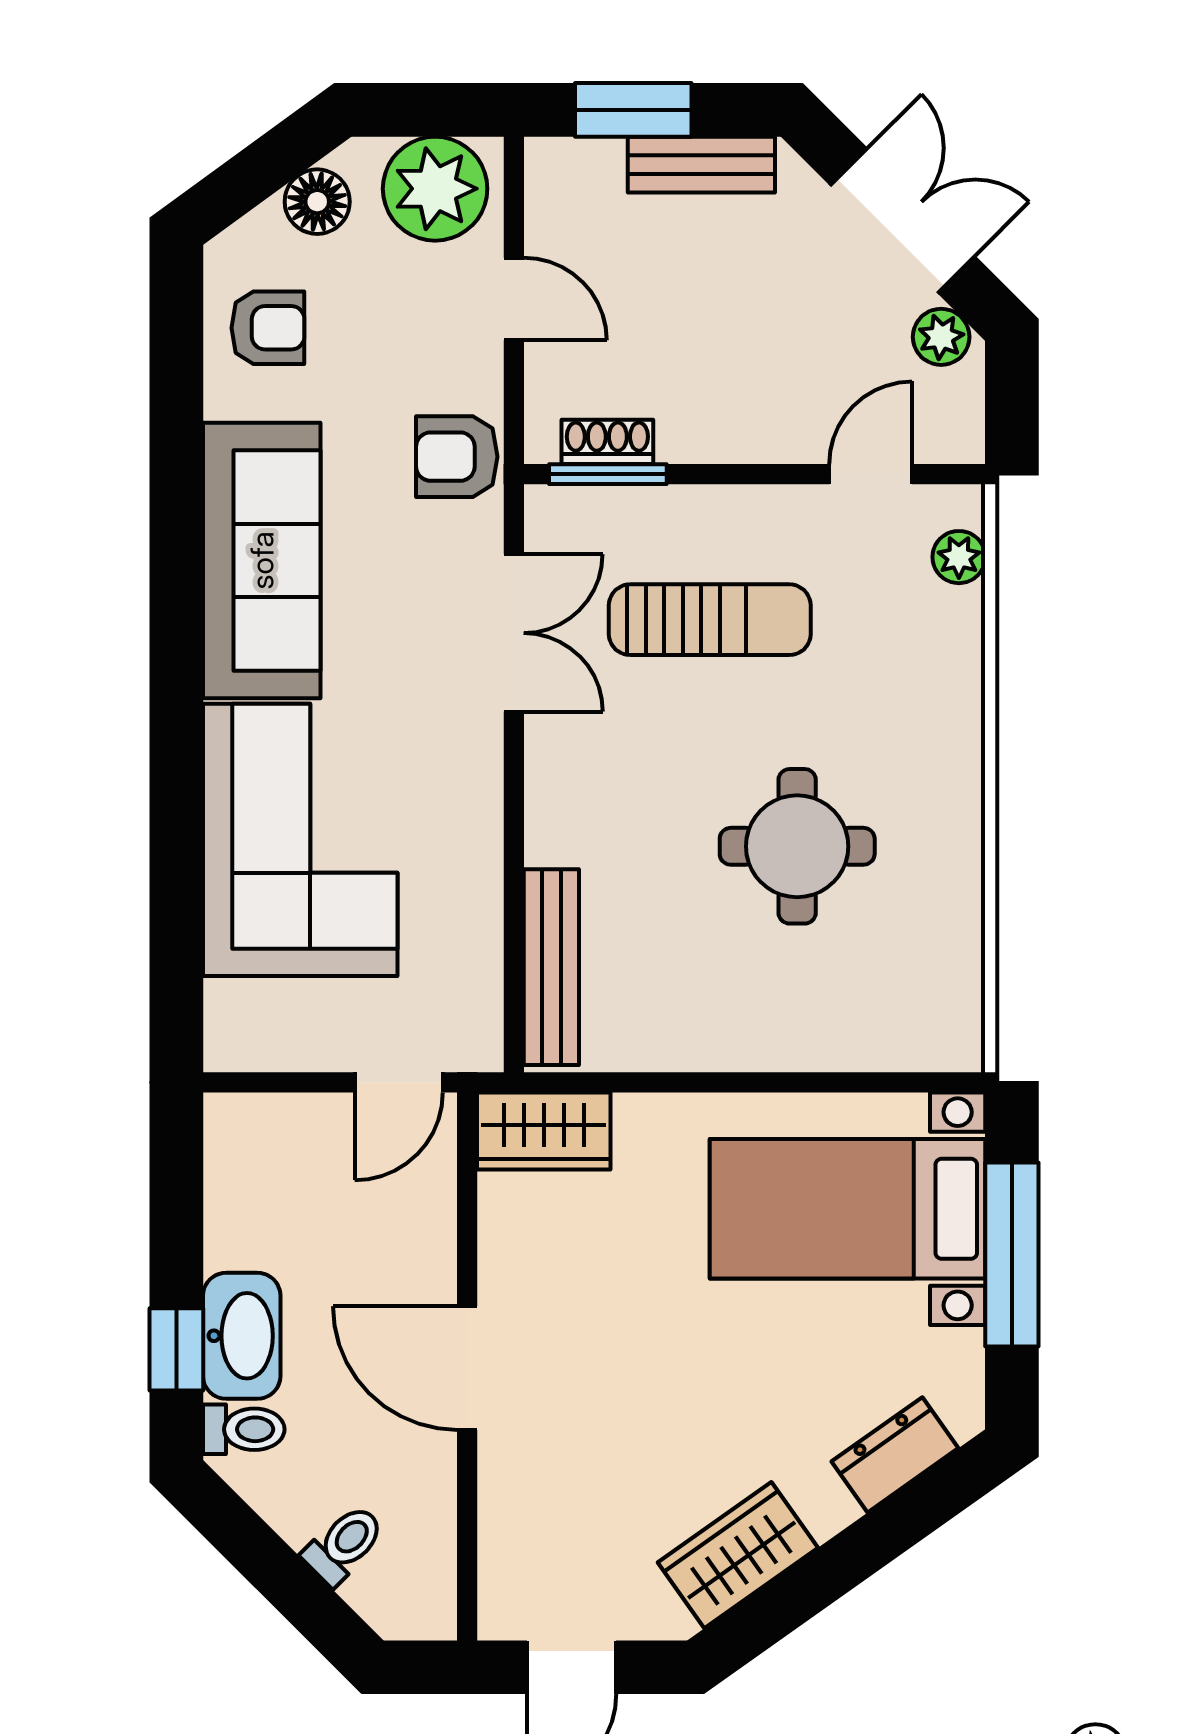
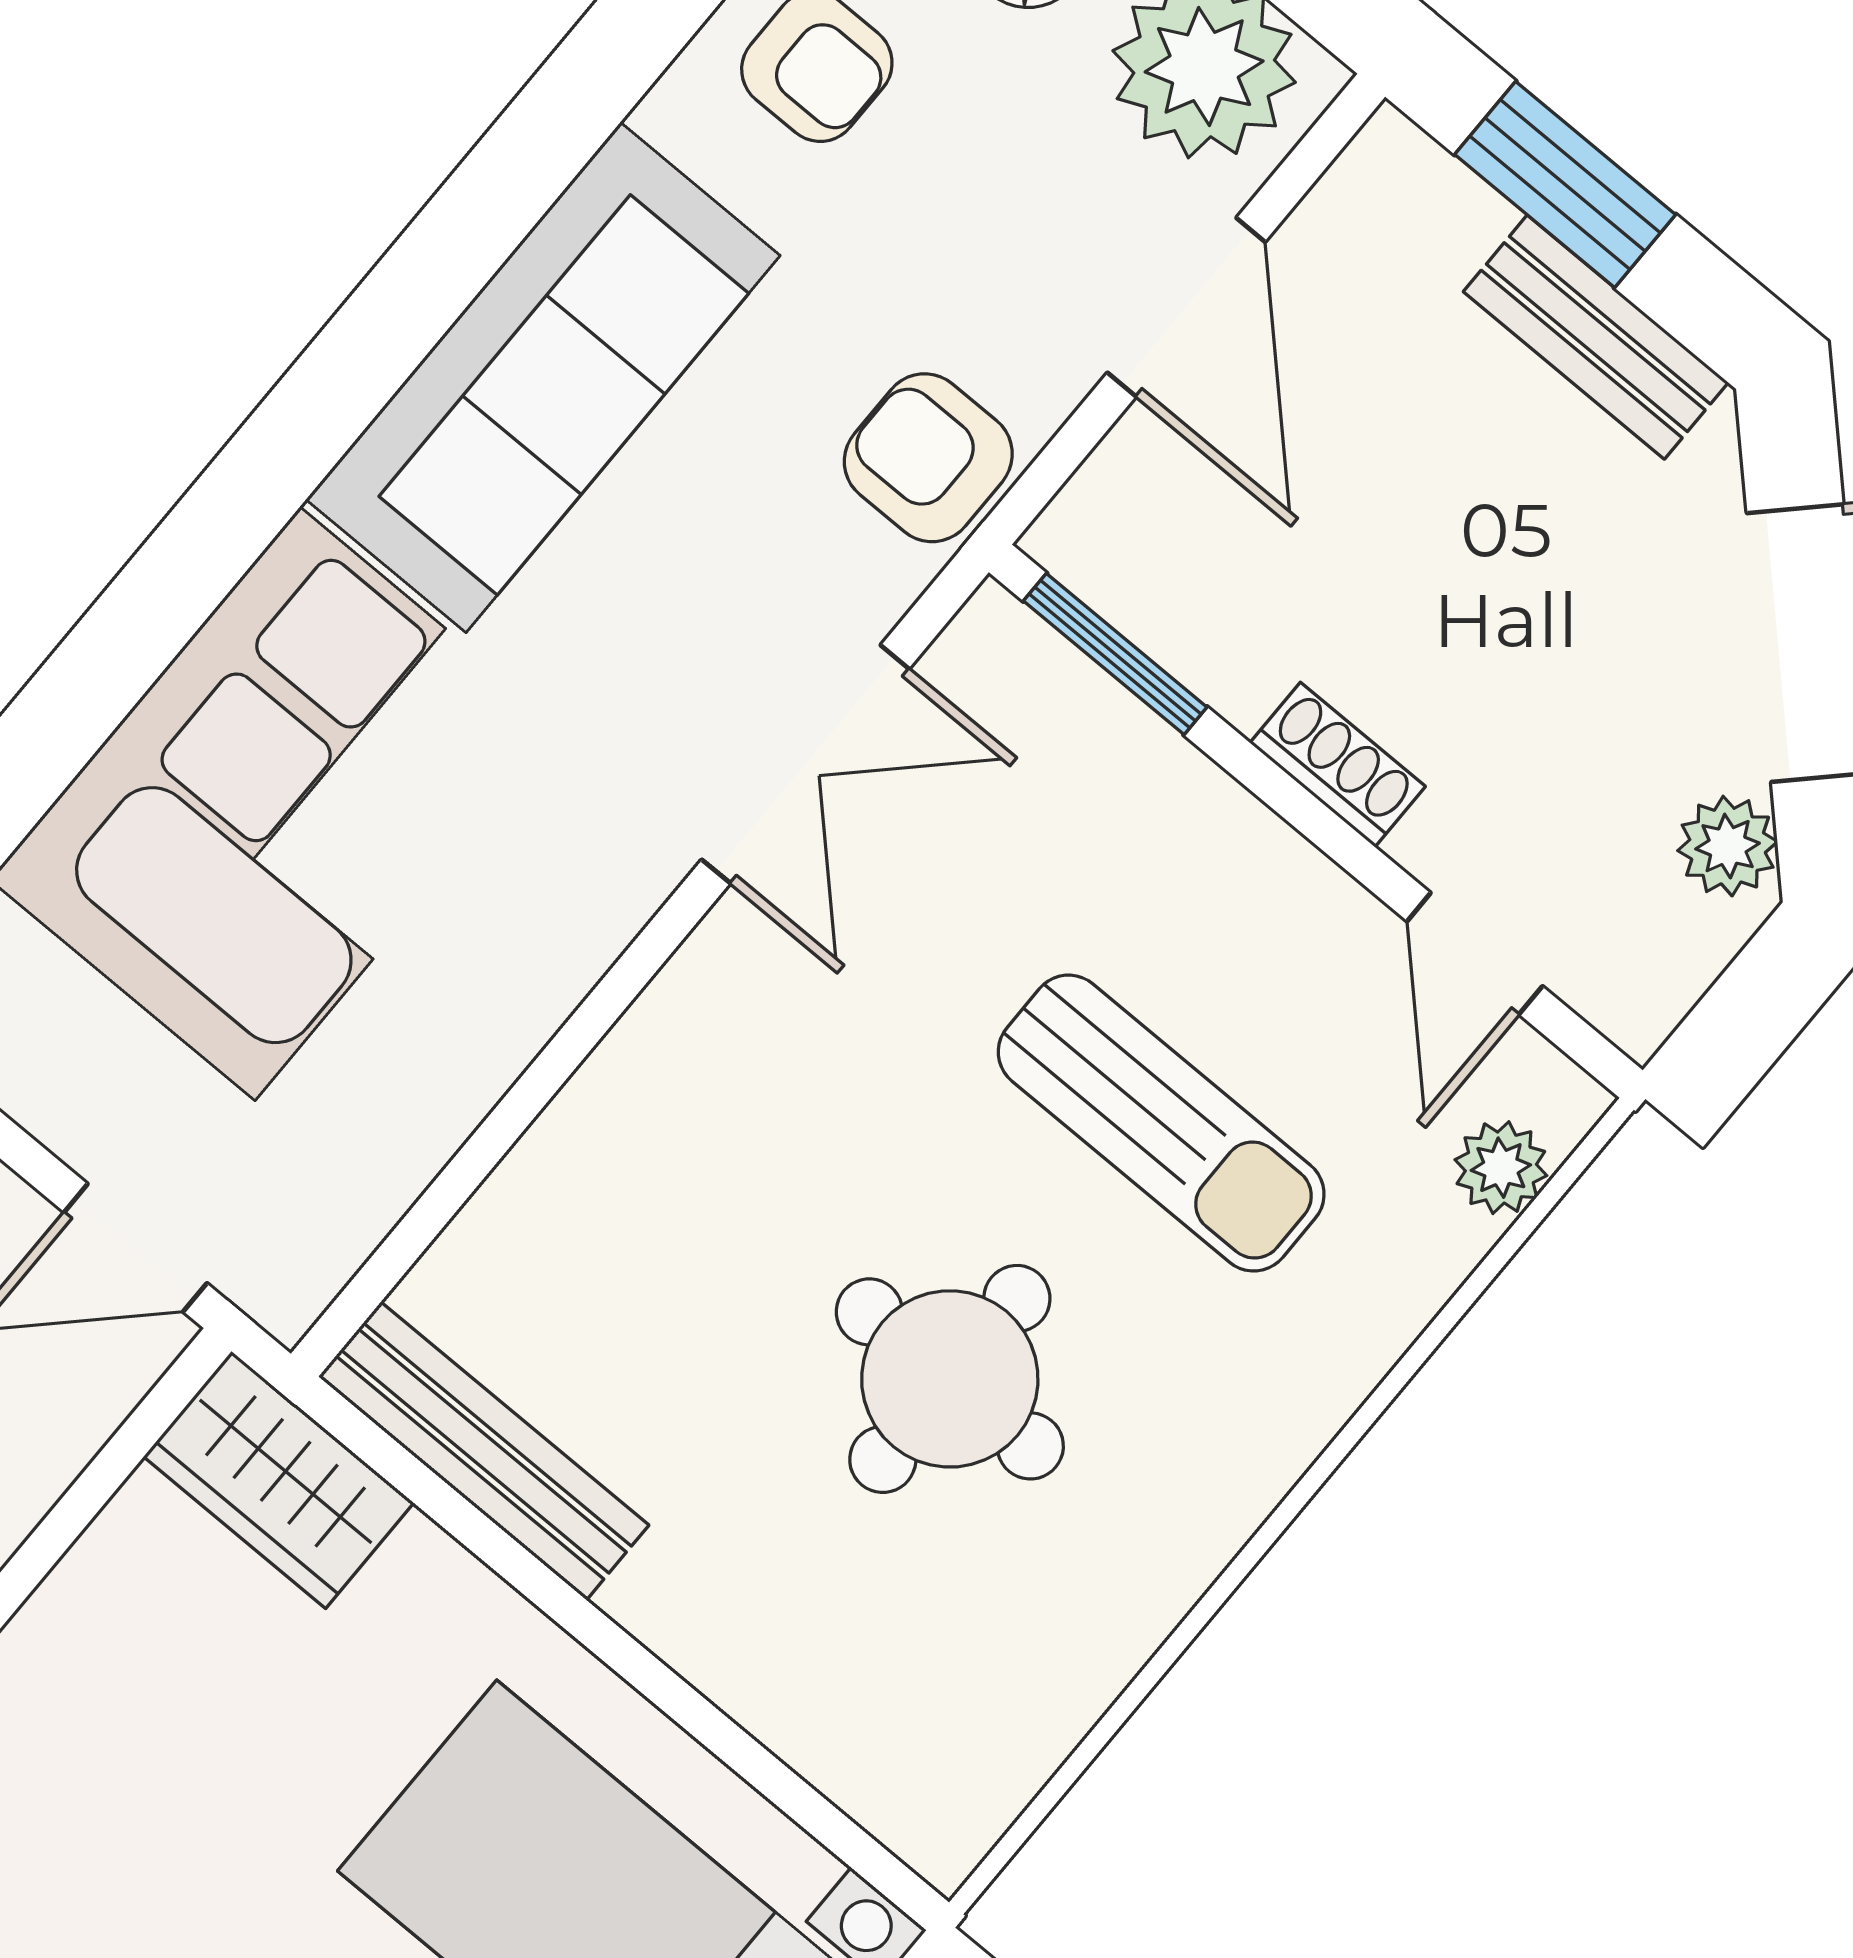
door: (514, 299) -> (1186, 307), width x1.38
shoe rack: (607, 442) -> (1338, 765), moved
door: (871, 474) -> (1475, 954), swing flipped
sun lounger: (710, 620) -> (1161, 1123), moved
bench: (551, 967) -> (484, 1451), moved, turned 90

